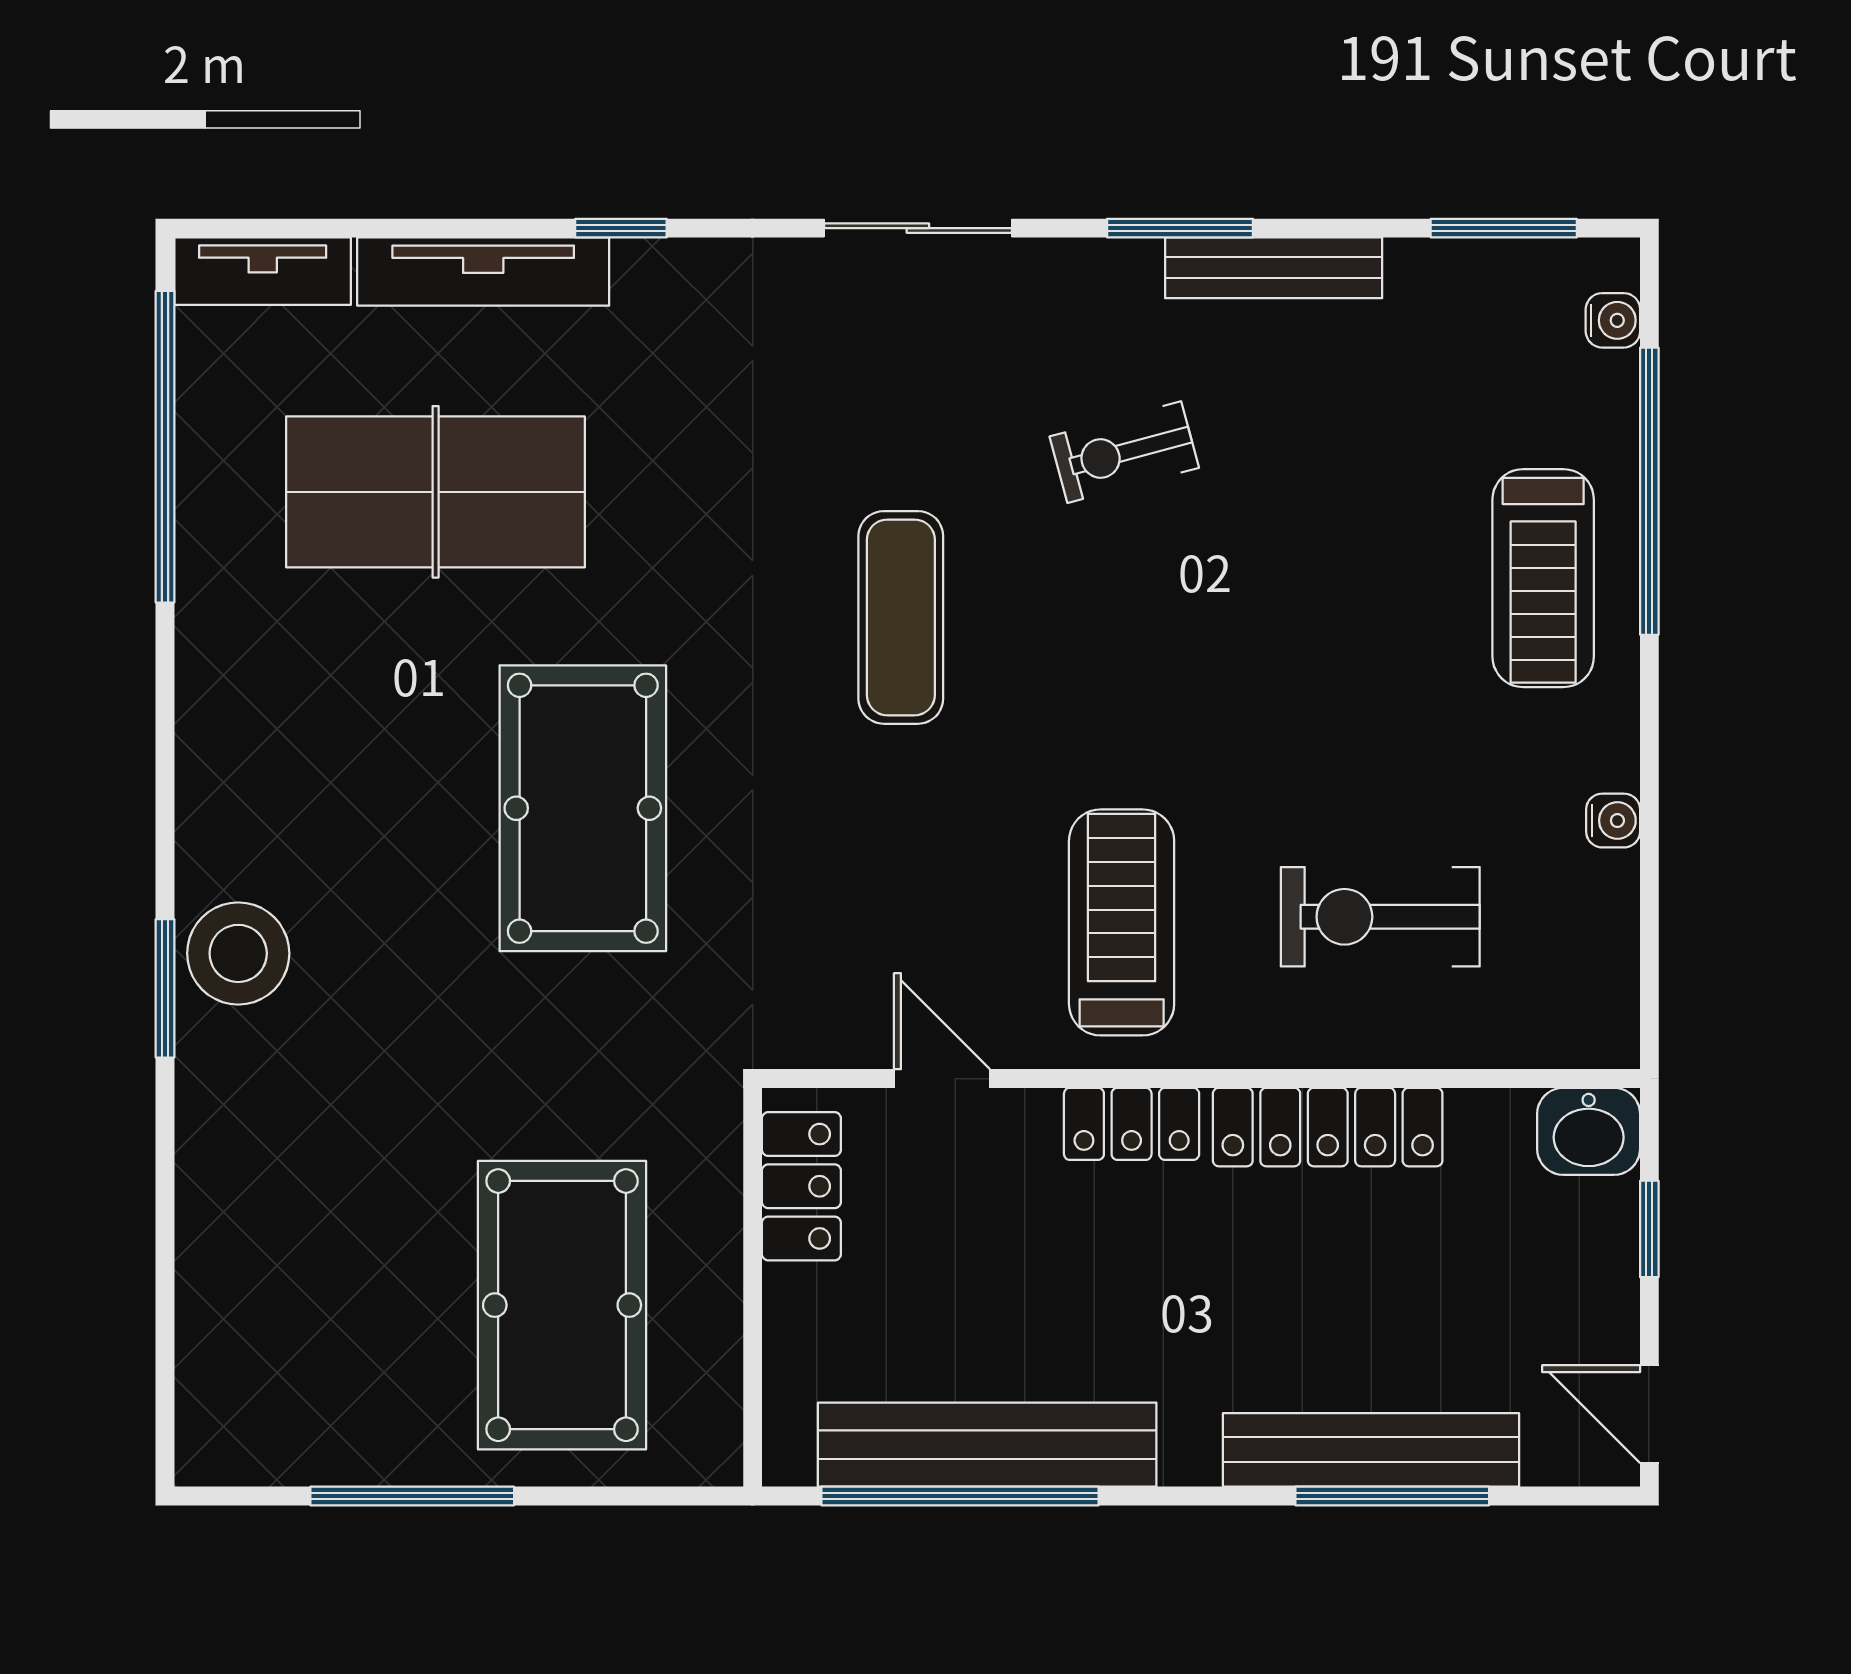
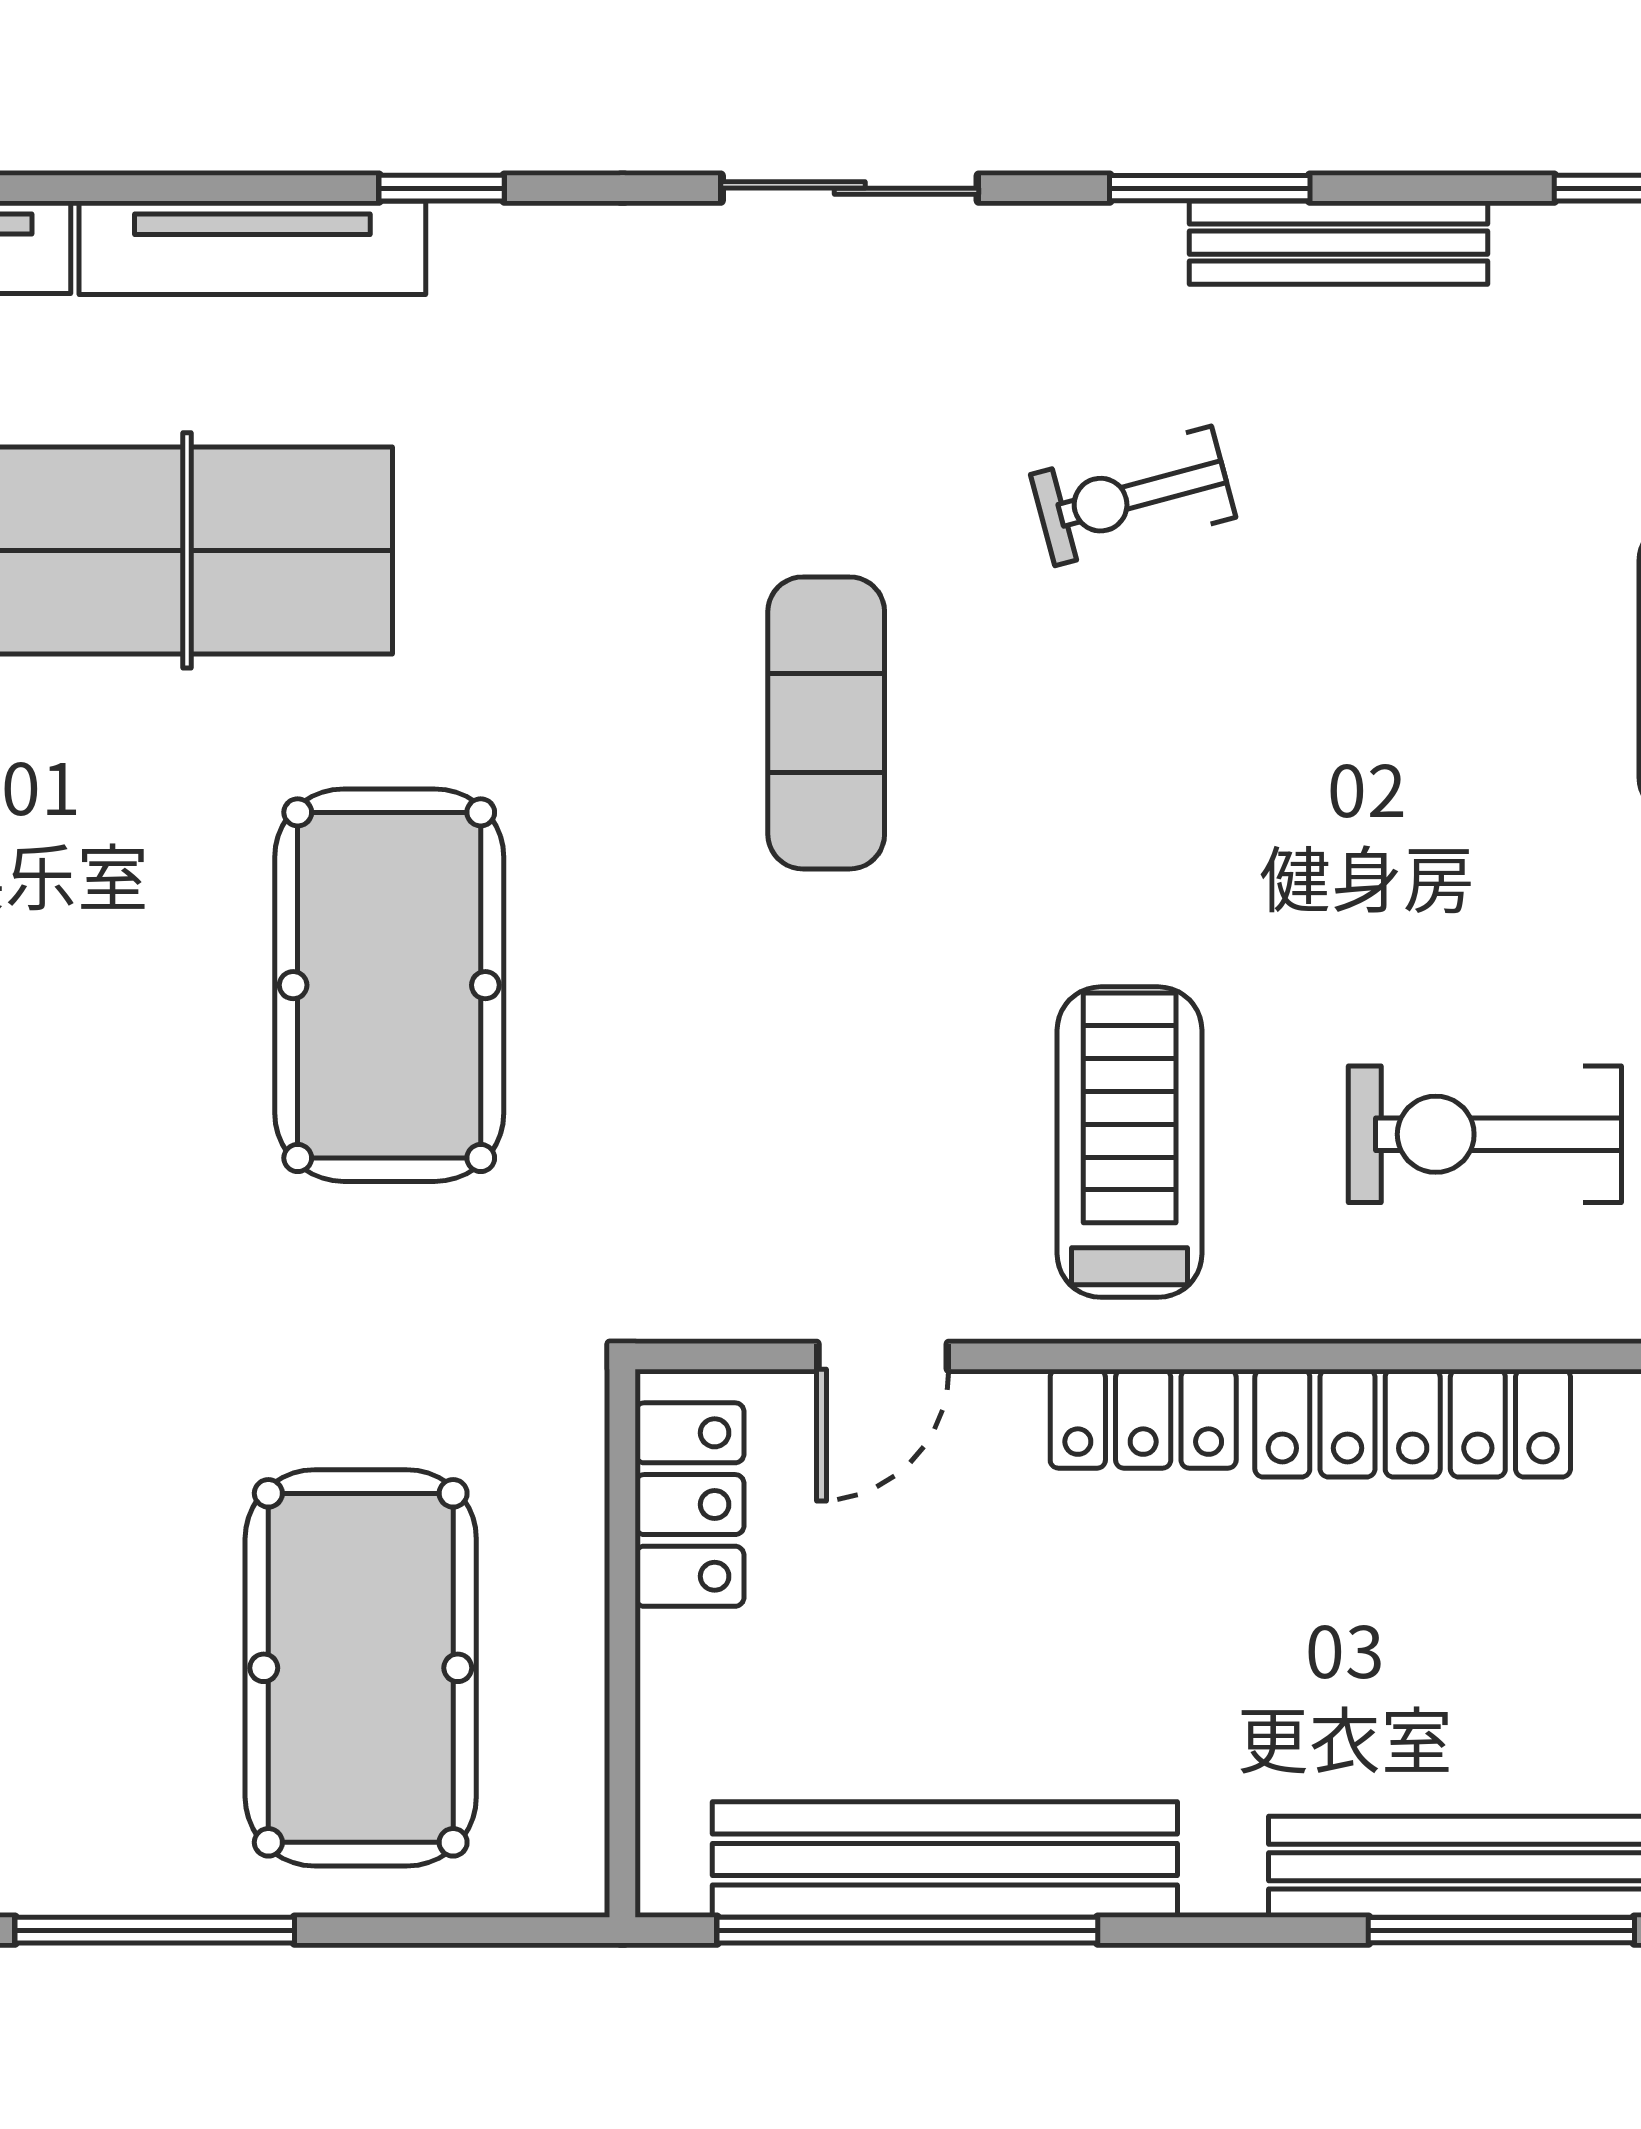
door: (942, 1079) -> (883, 1356), swing flipped

